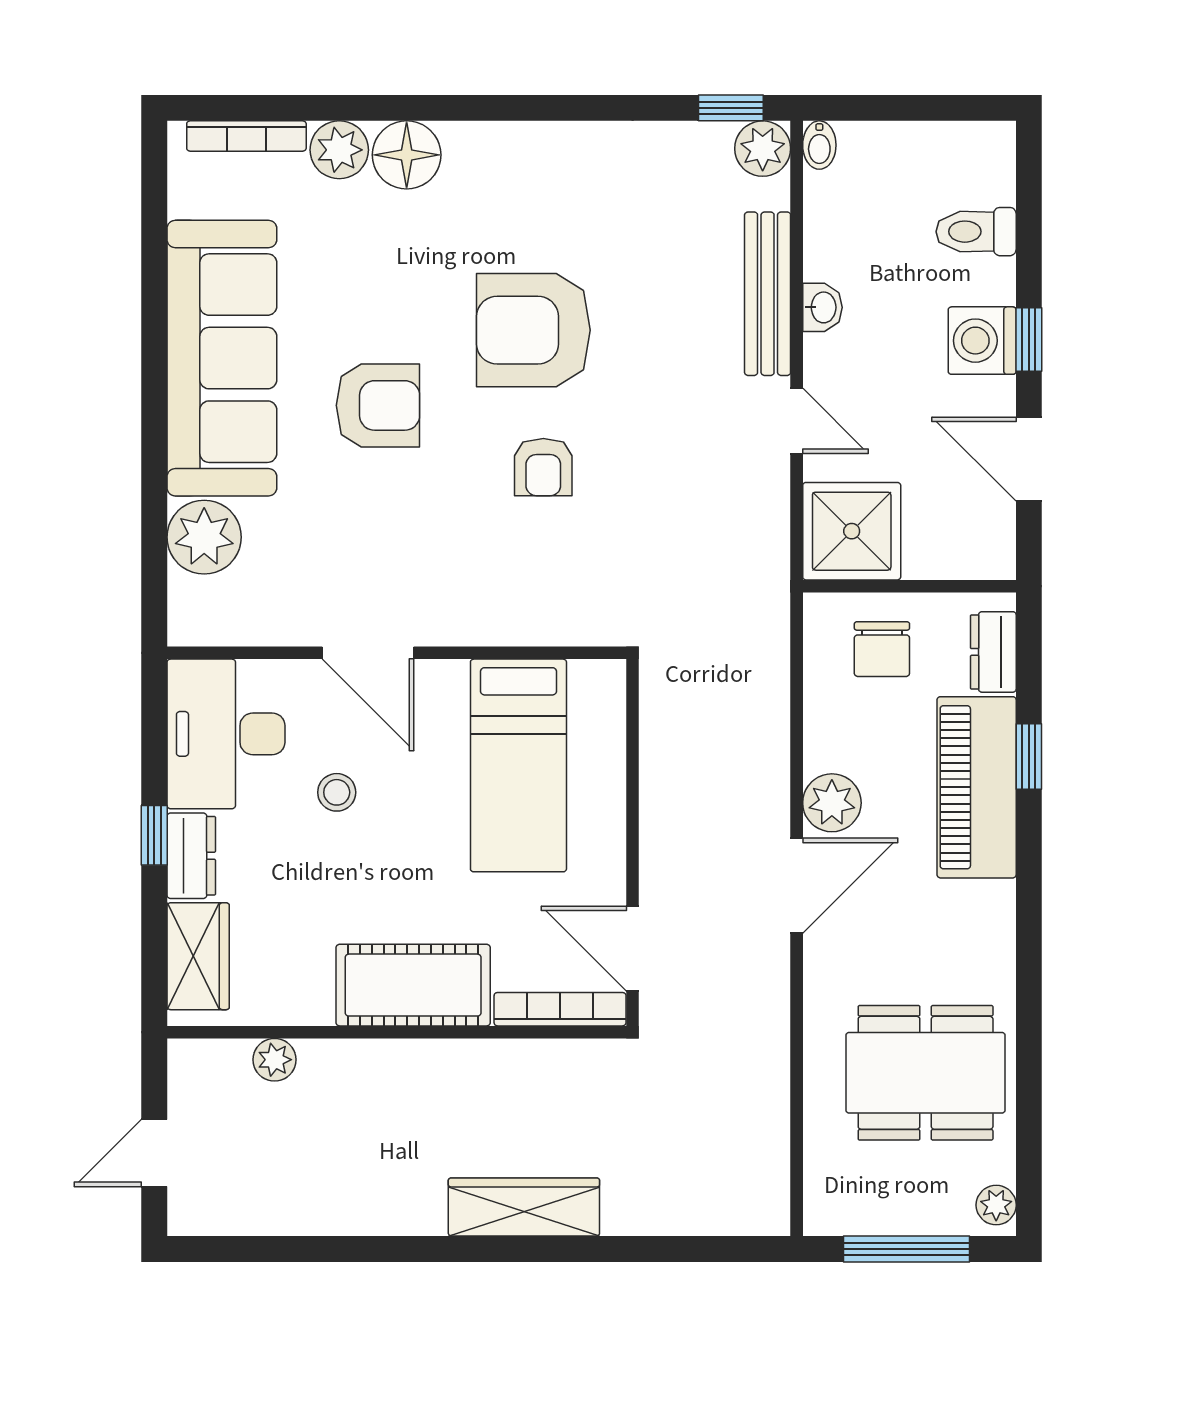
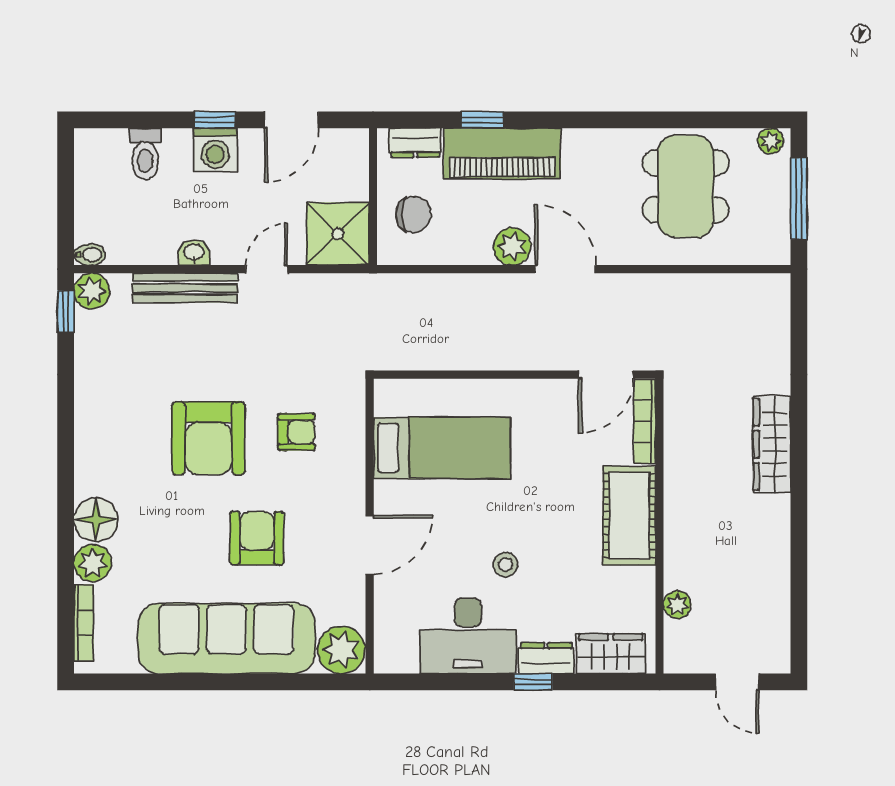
door: (368, 653) -> (370, 545), moved
wall: (397, 653) -> (370, 526), moved
bed: (518, 765) -> (442, 448), moved

